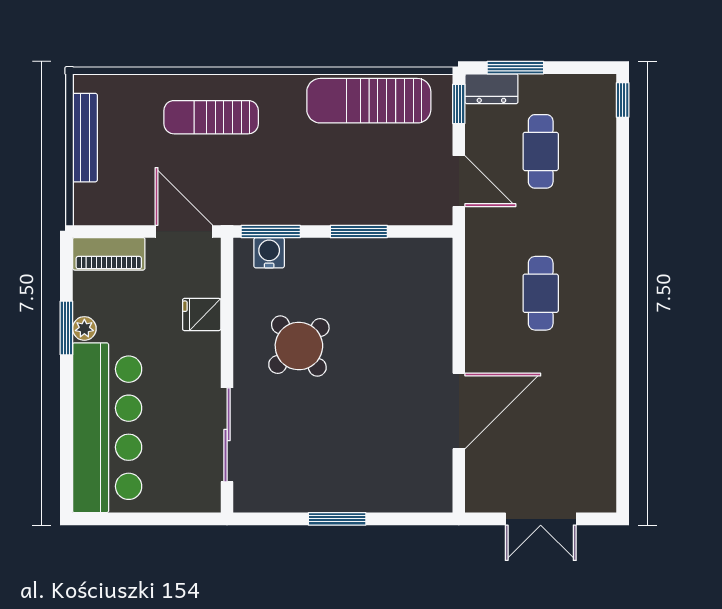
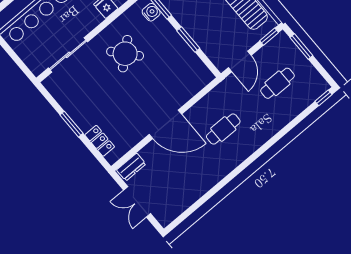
dresser: (491, 89) -> (131, 167), moved, turned -90
door: (459, 411) -> (165, 124), moved
locker: (399, 497) -> (100, 141), added

